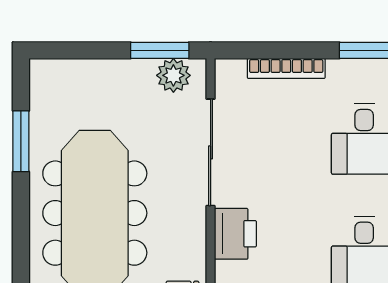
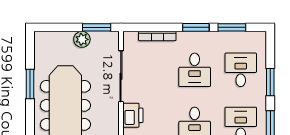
plant: (173, 75) -> (82, 39), moved
window: (21, 141) -> (30, 84), moved

